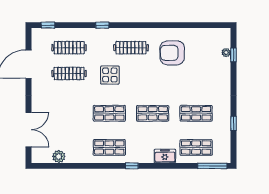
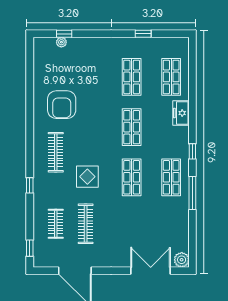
clothes rail: (69, 48) -> (56, 224), width x0.73
plant: (59, 157) -> (182, 260), moved
window: (212, 166) -> (192, 193), moved

